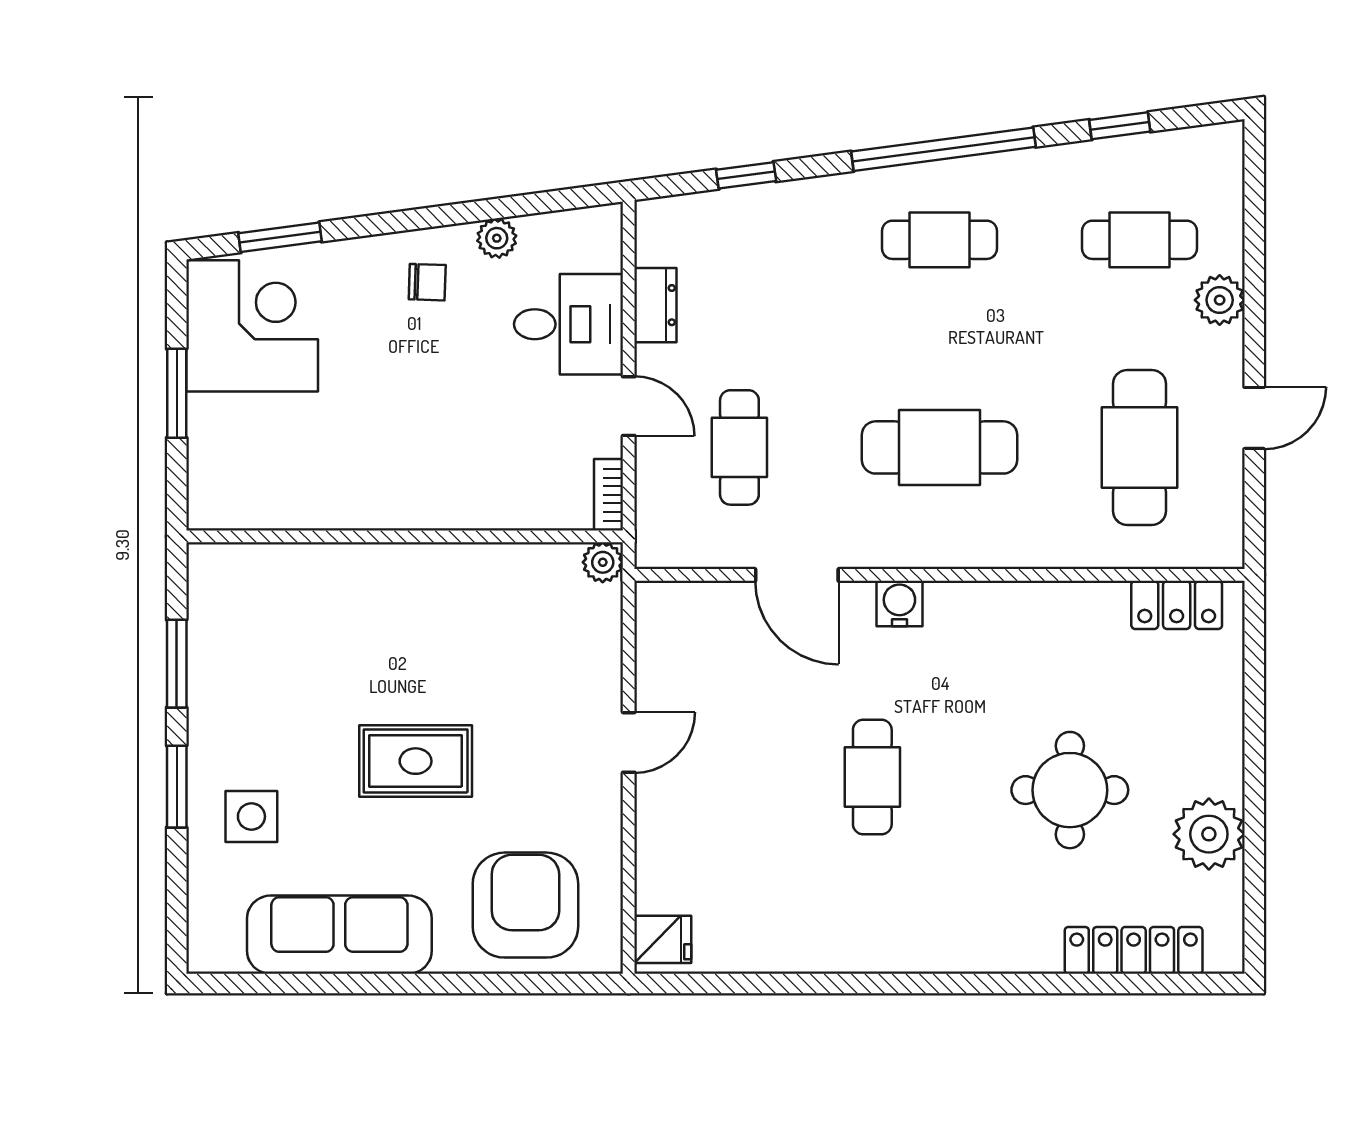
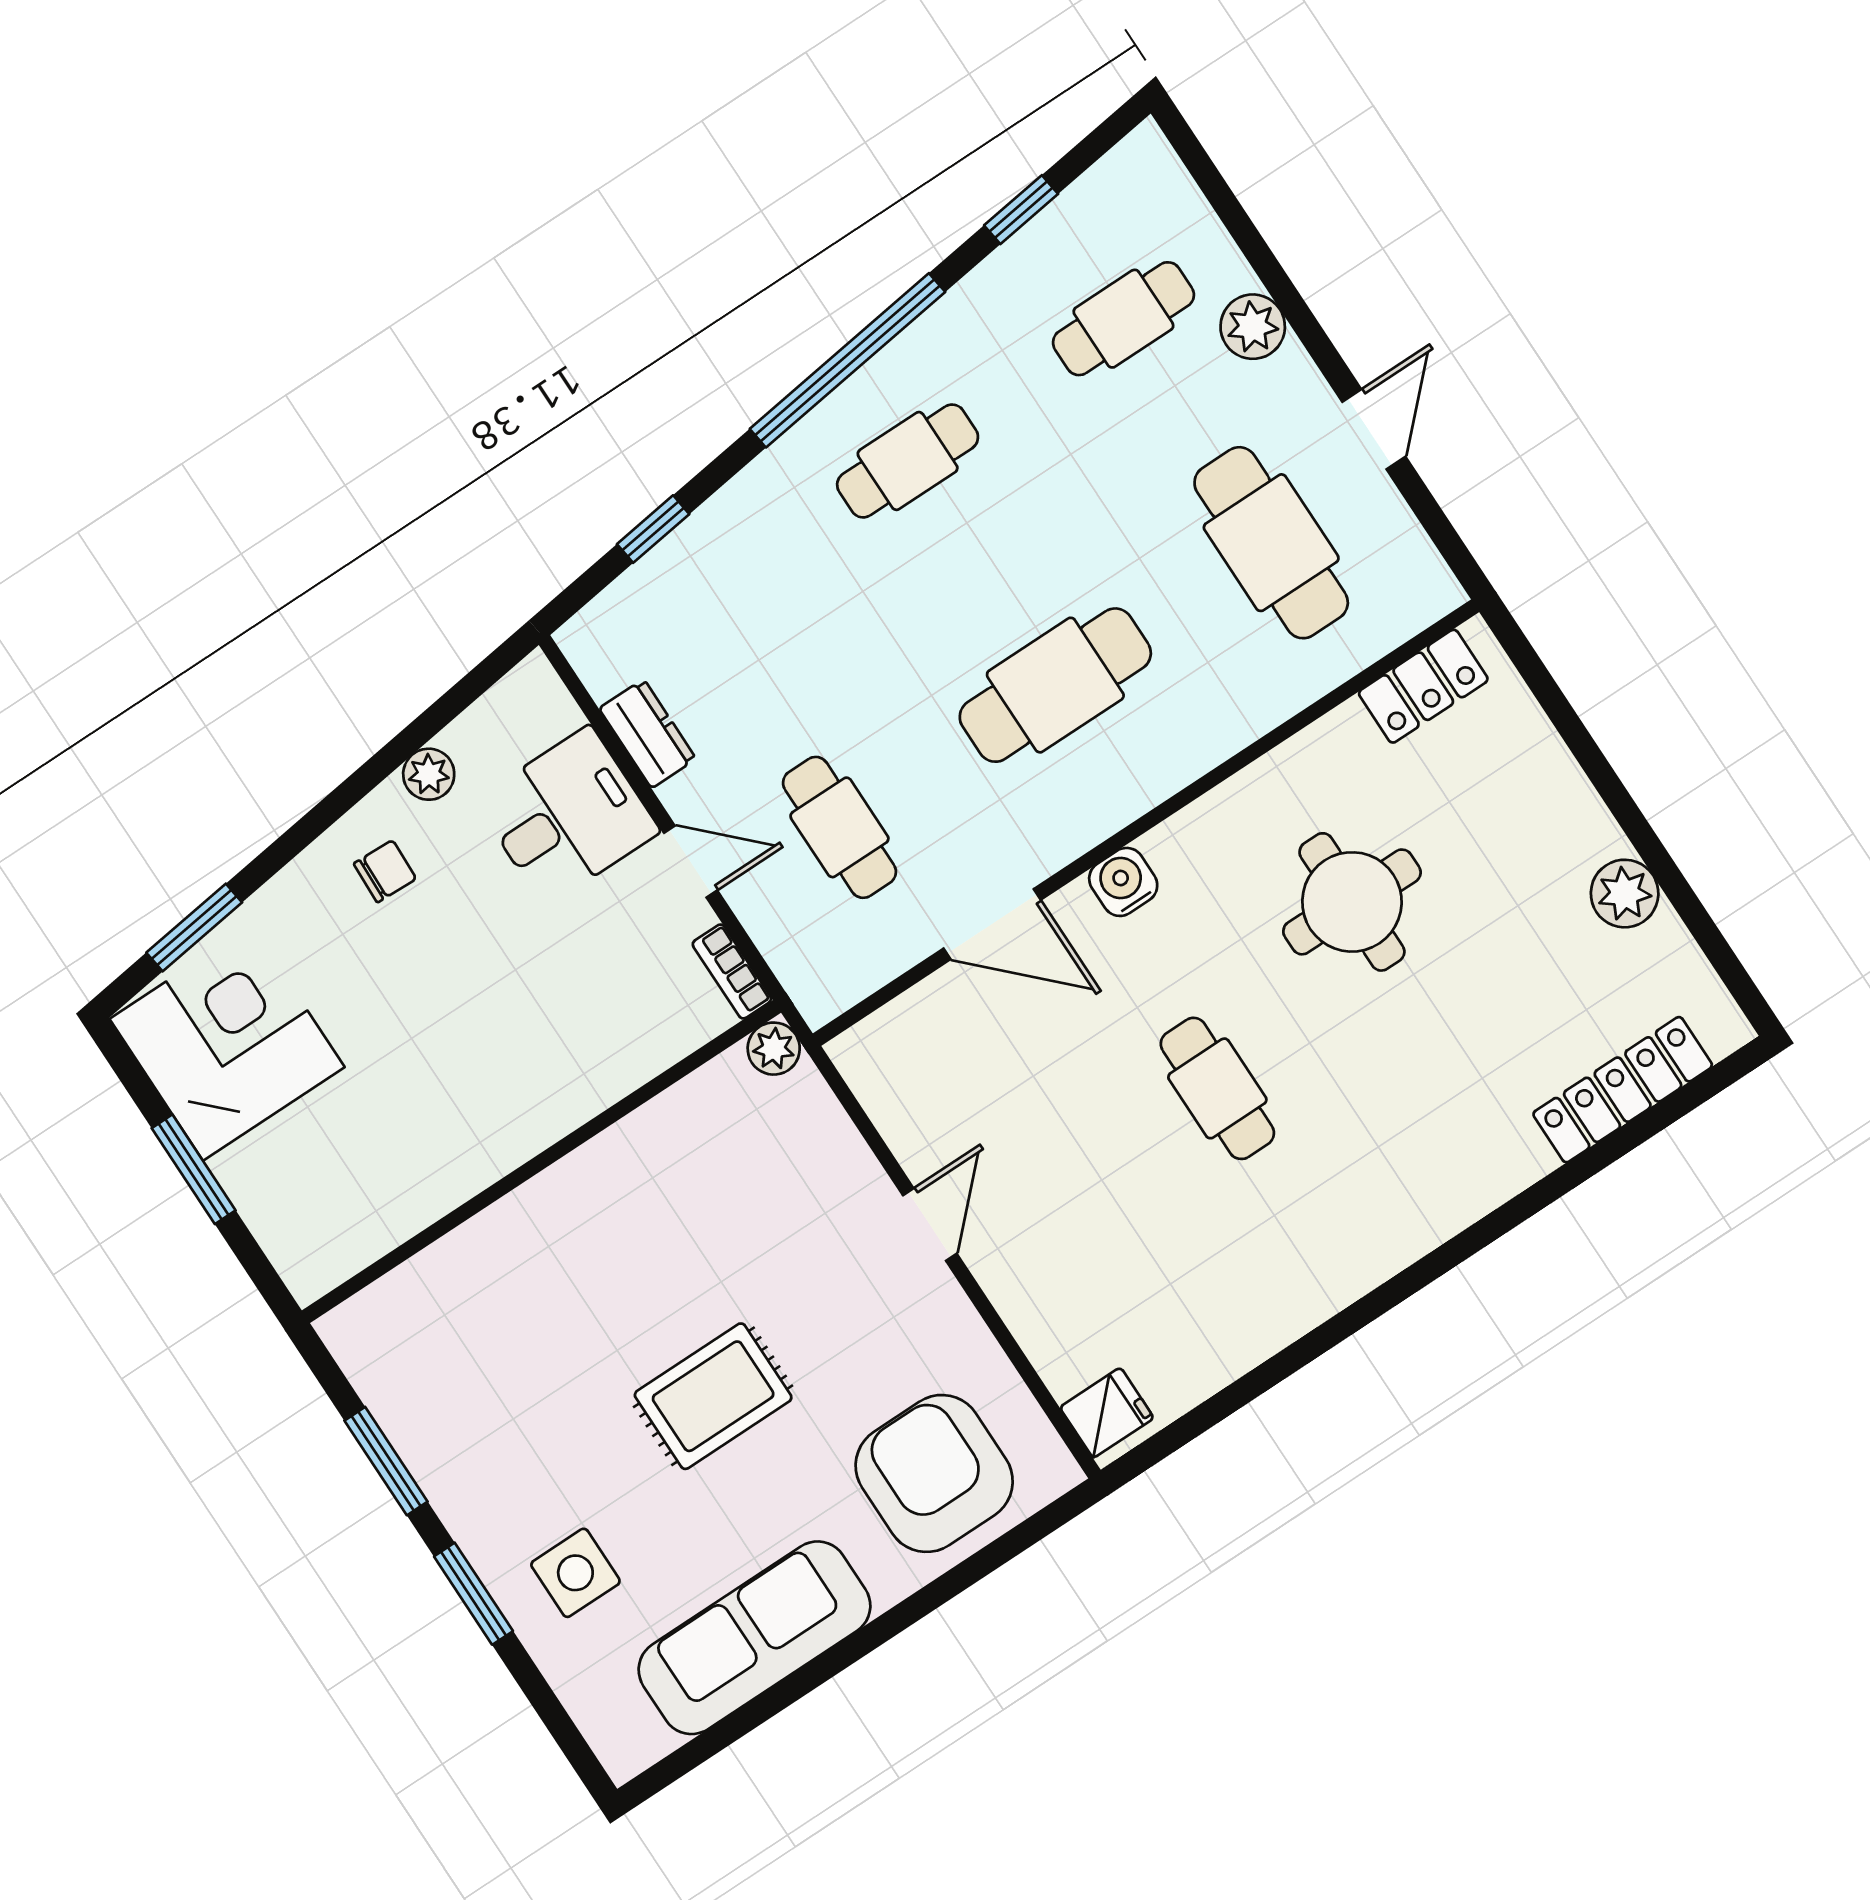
round table: (1070, 790) -> (1352, 902), moved
plant: (1209, 834) -> (1625, 894), width x0.73, depth x0.73

